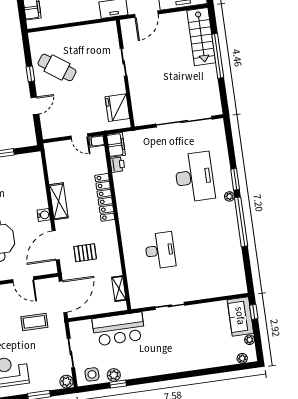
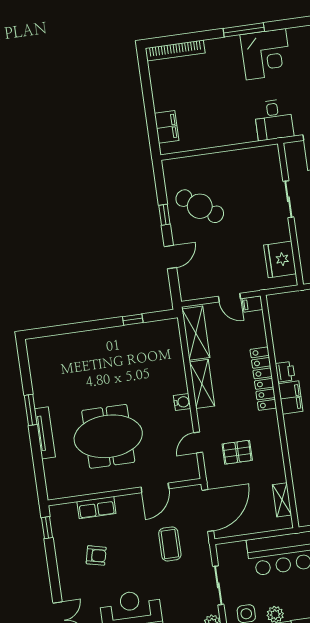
filing cabinet: (116, 145) -> (291, 398), moved
shelving: (54, 163) -> (196, 333), added
printer: (117, 165) -> (285, 372), moved
door: (56, 245) -> (198, 443), width x0.53
door: (23, 280) -> (155, 488), hinge flipped
coffee table: (34, 322) -> (170, 544), turned 90

